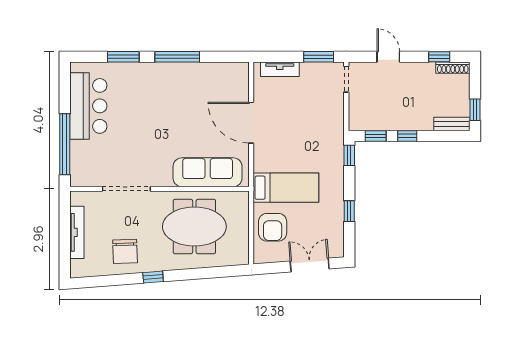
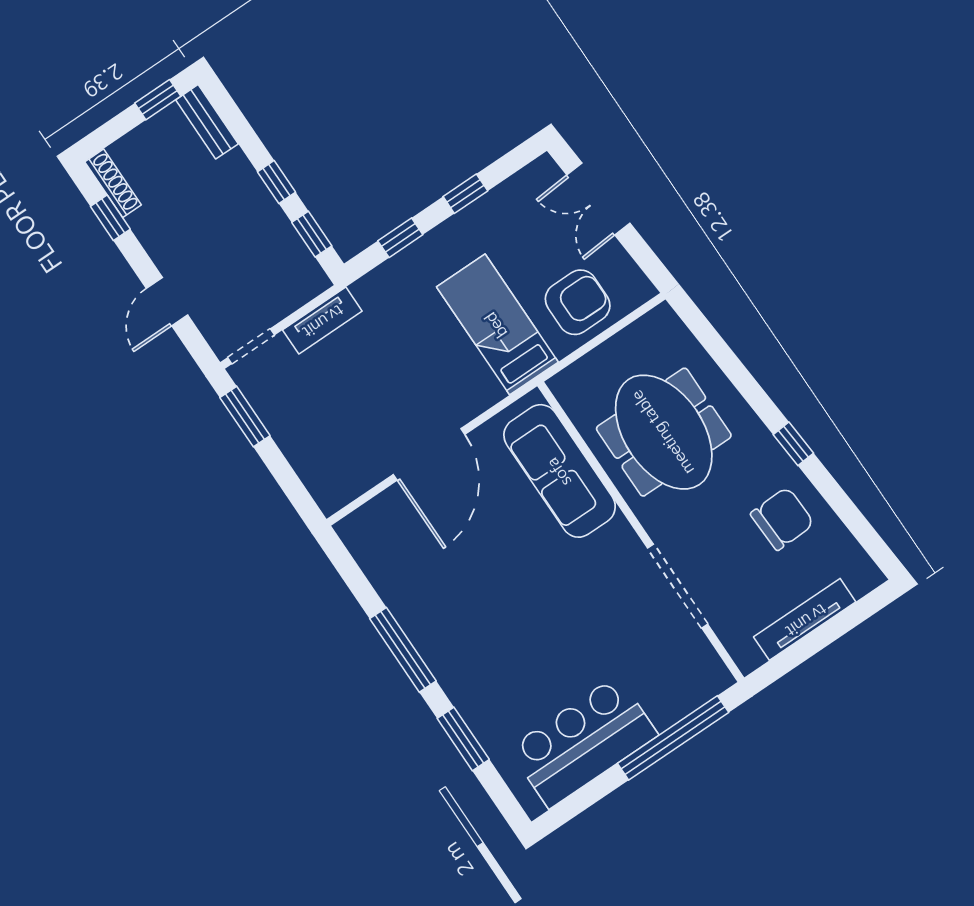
tv unit: (280, 69) -> (322, 320), moved, turned 90
window: (349, 155) -> (400, 238), moved

